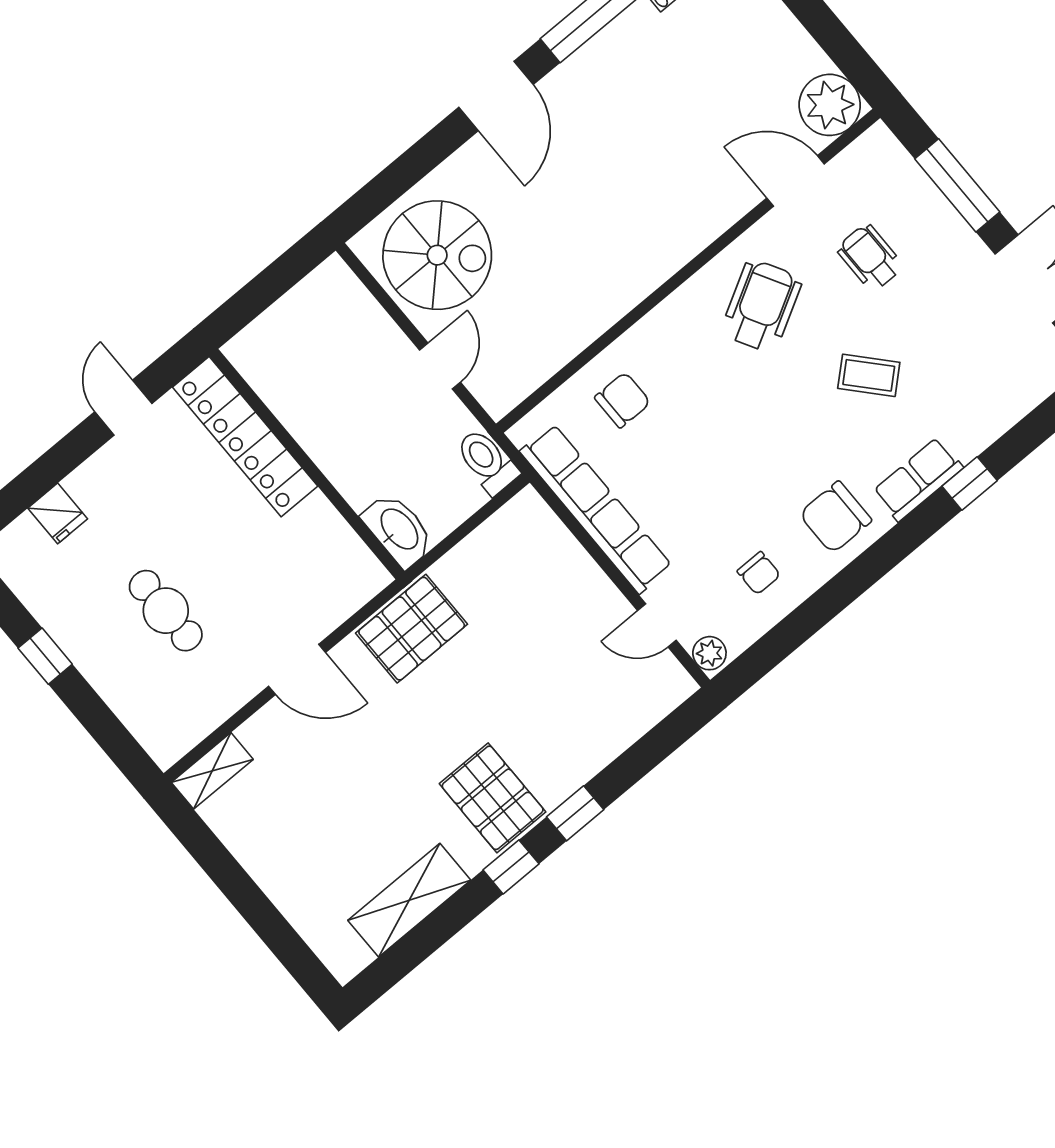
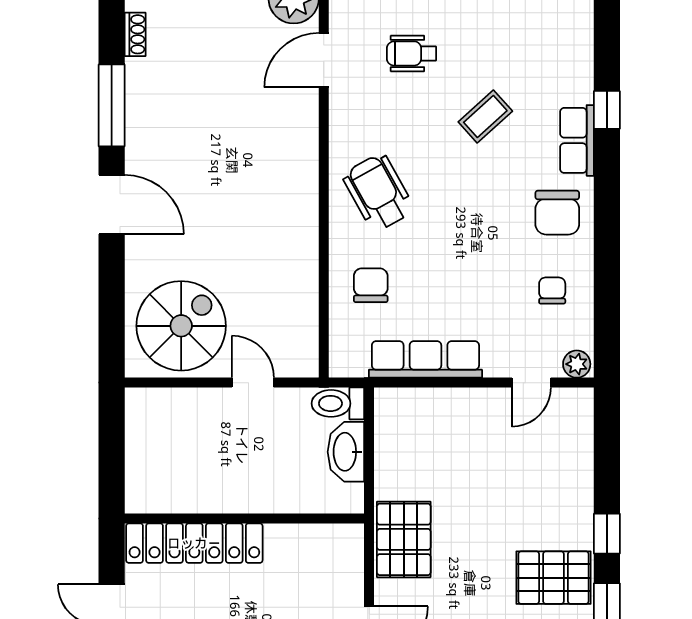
wheelchair: (761, 306) -> (378, 192), moved
row of seats: (596, 509) -> (425, 359), width x0.73
washbasin: (398, 530) -> (346, 452), moved, turned -90
chair: (759, 573) -> (552, 291), turned -90

